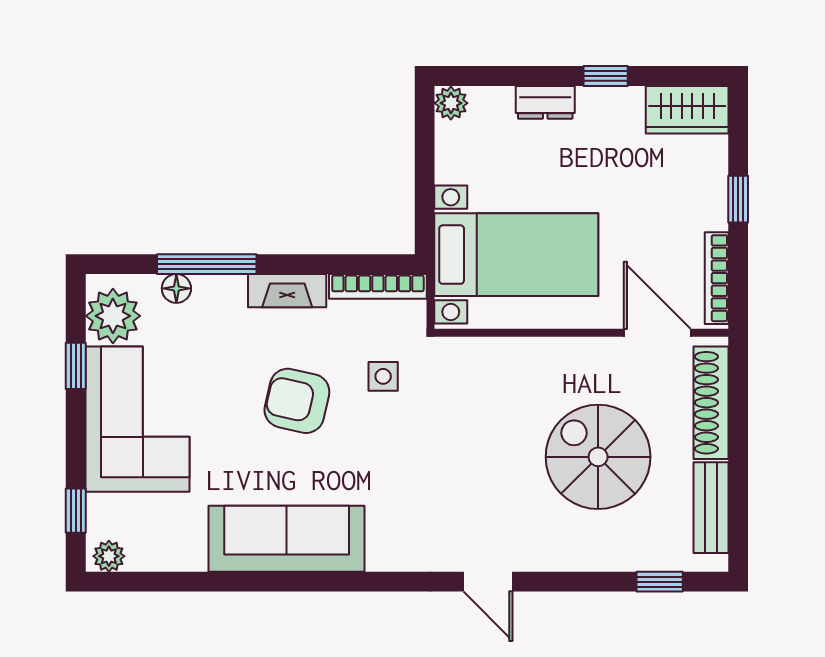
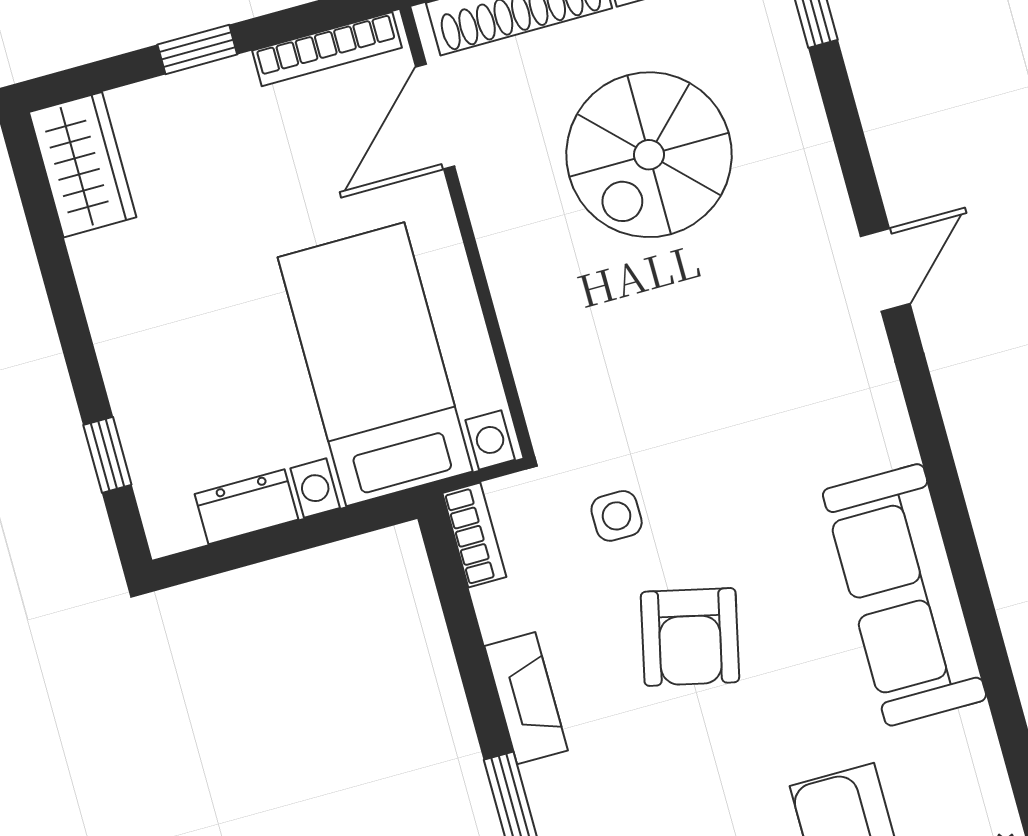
window: (606, 76) -> (107, 455), moved
dresser: (545, 102) -> (246, 507), moved, turned -90
plant: (451, 103) -> (172, 527), removed
bookcase: (378, 286) -> (474, 535), width x0.64

